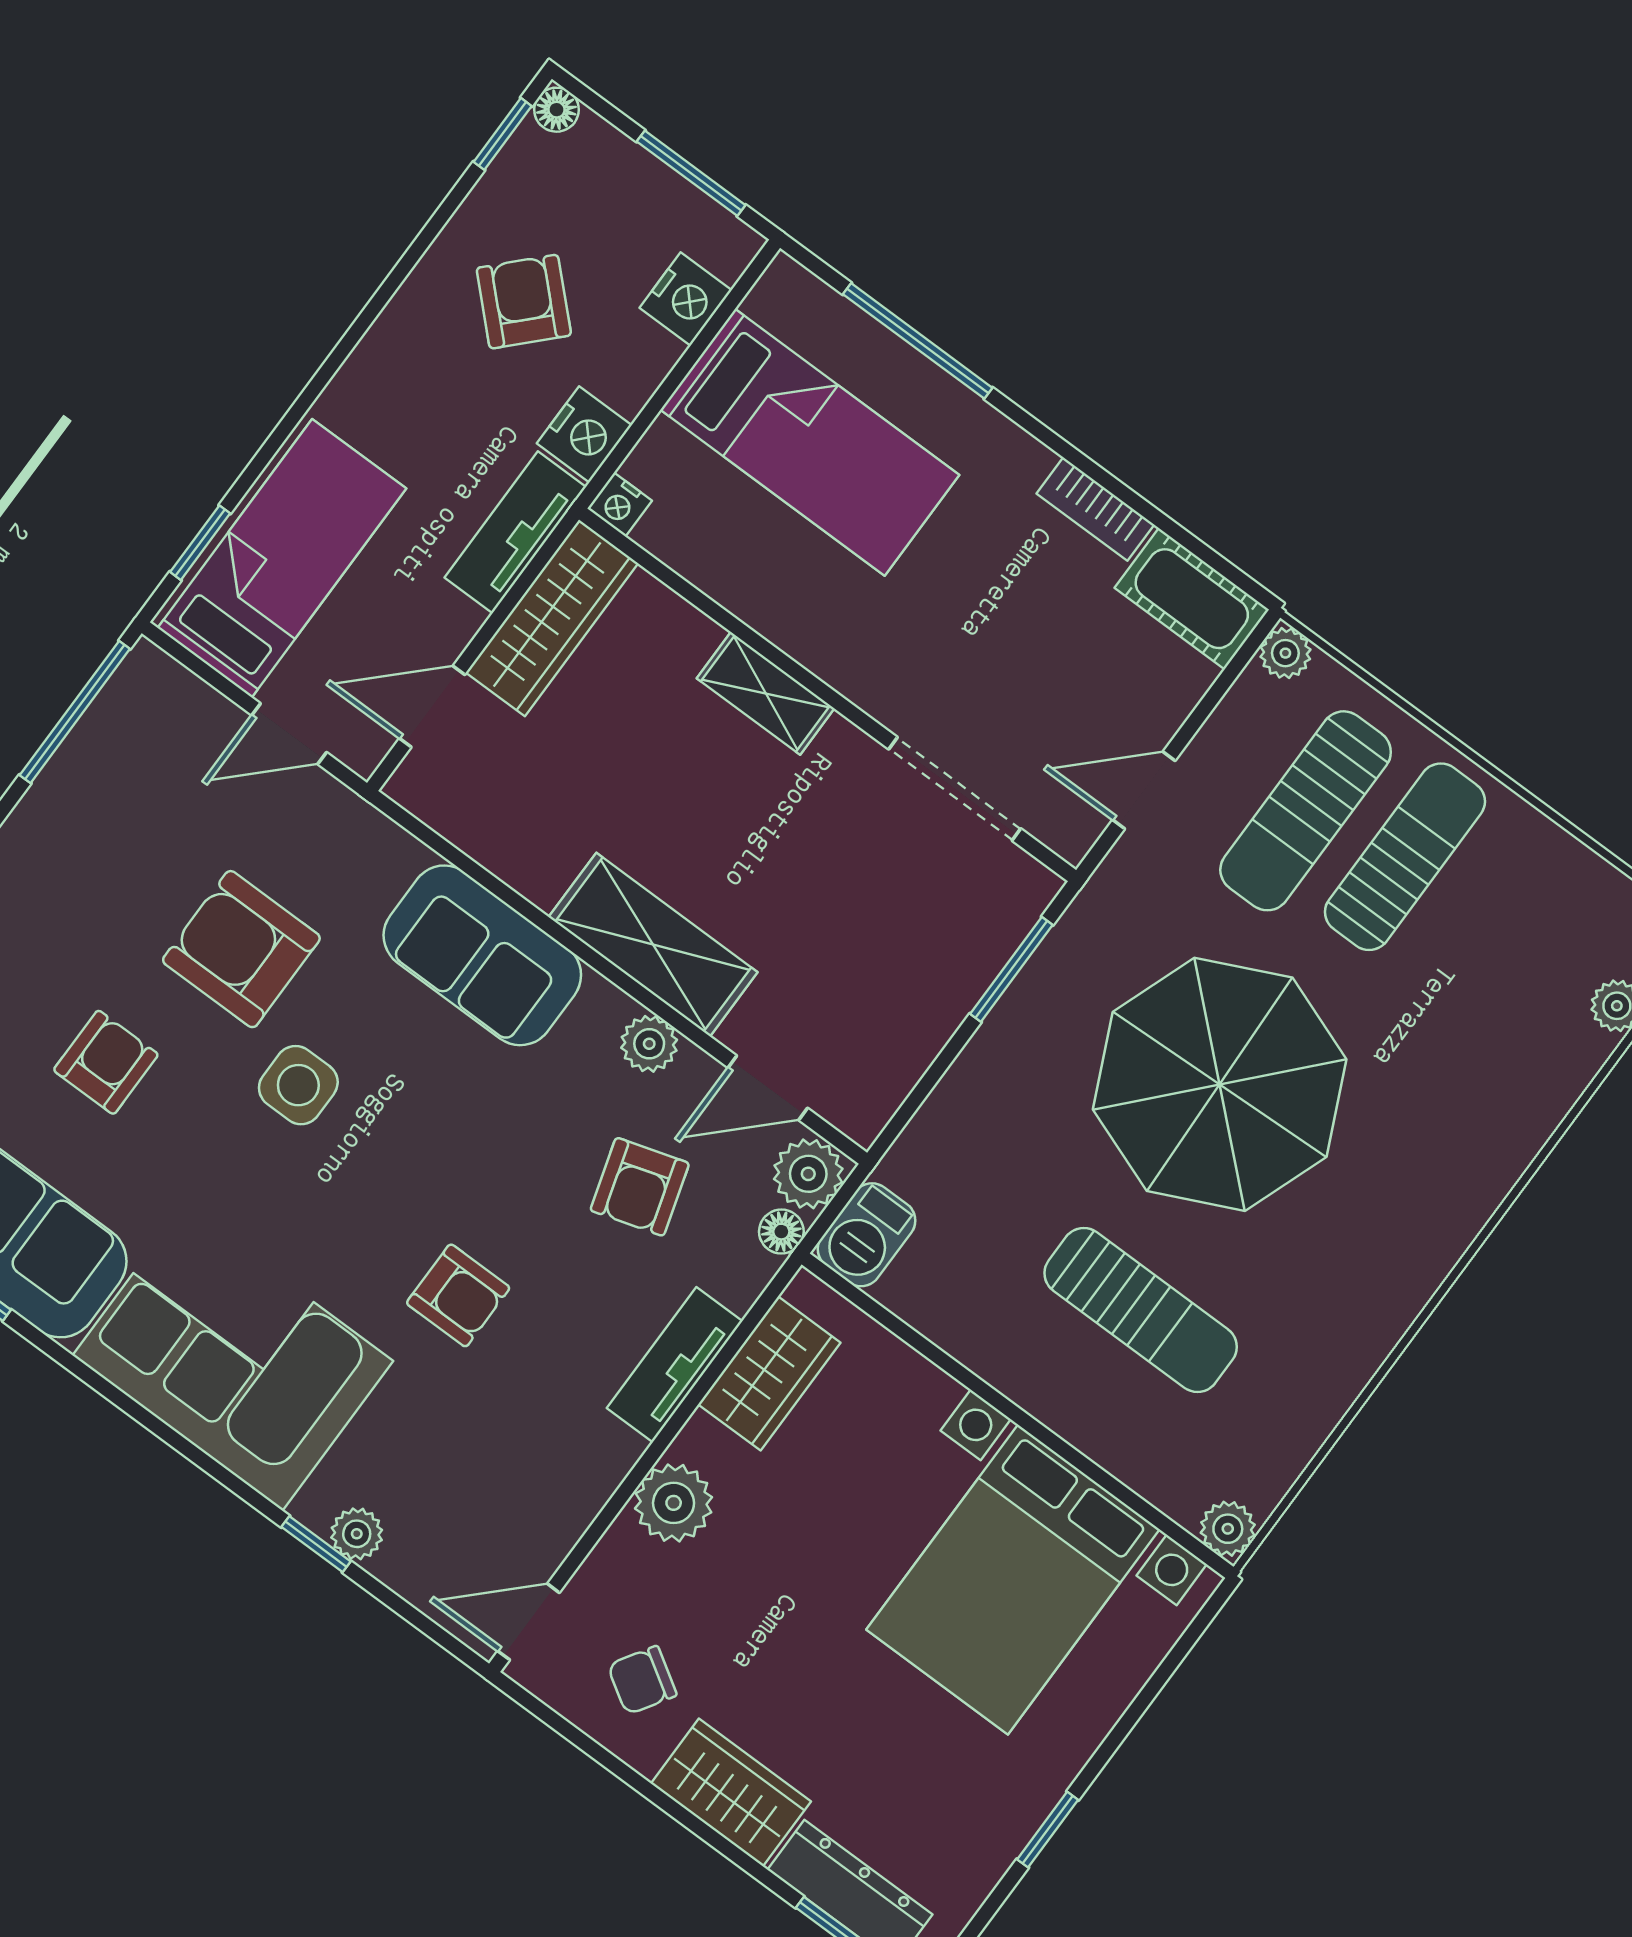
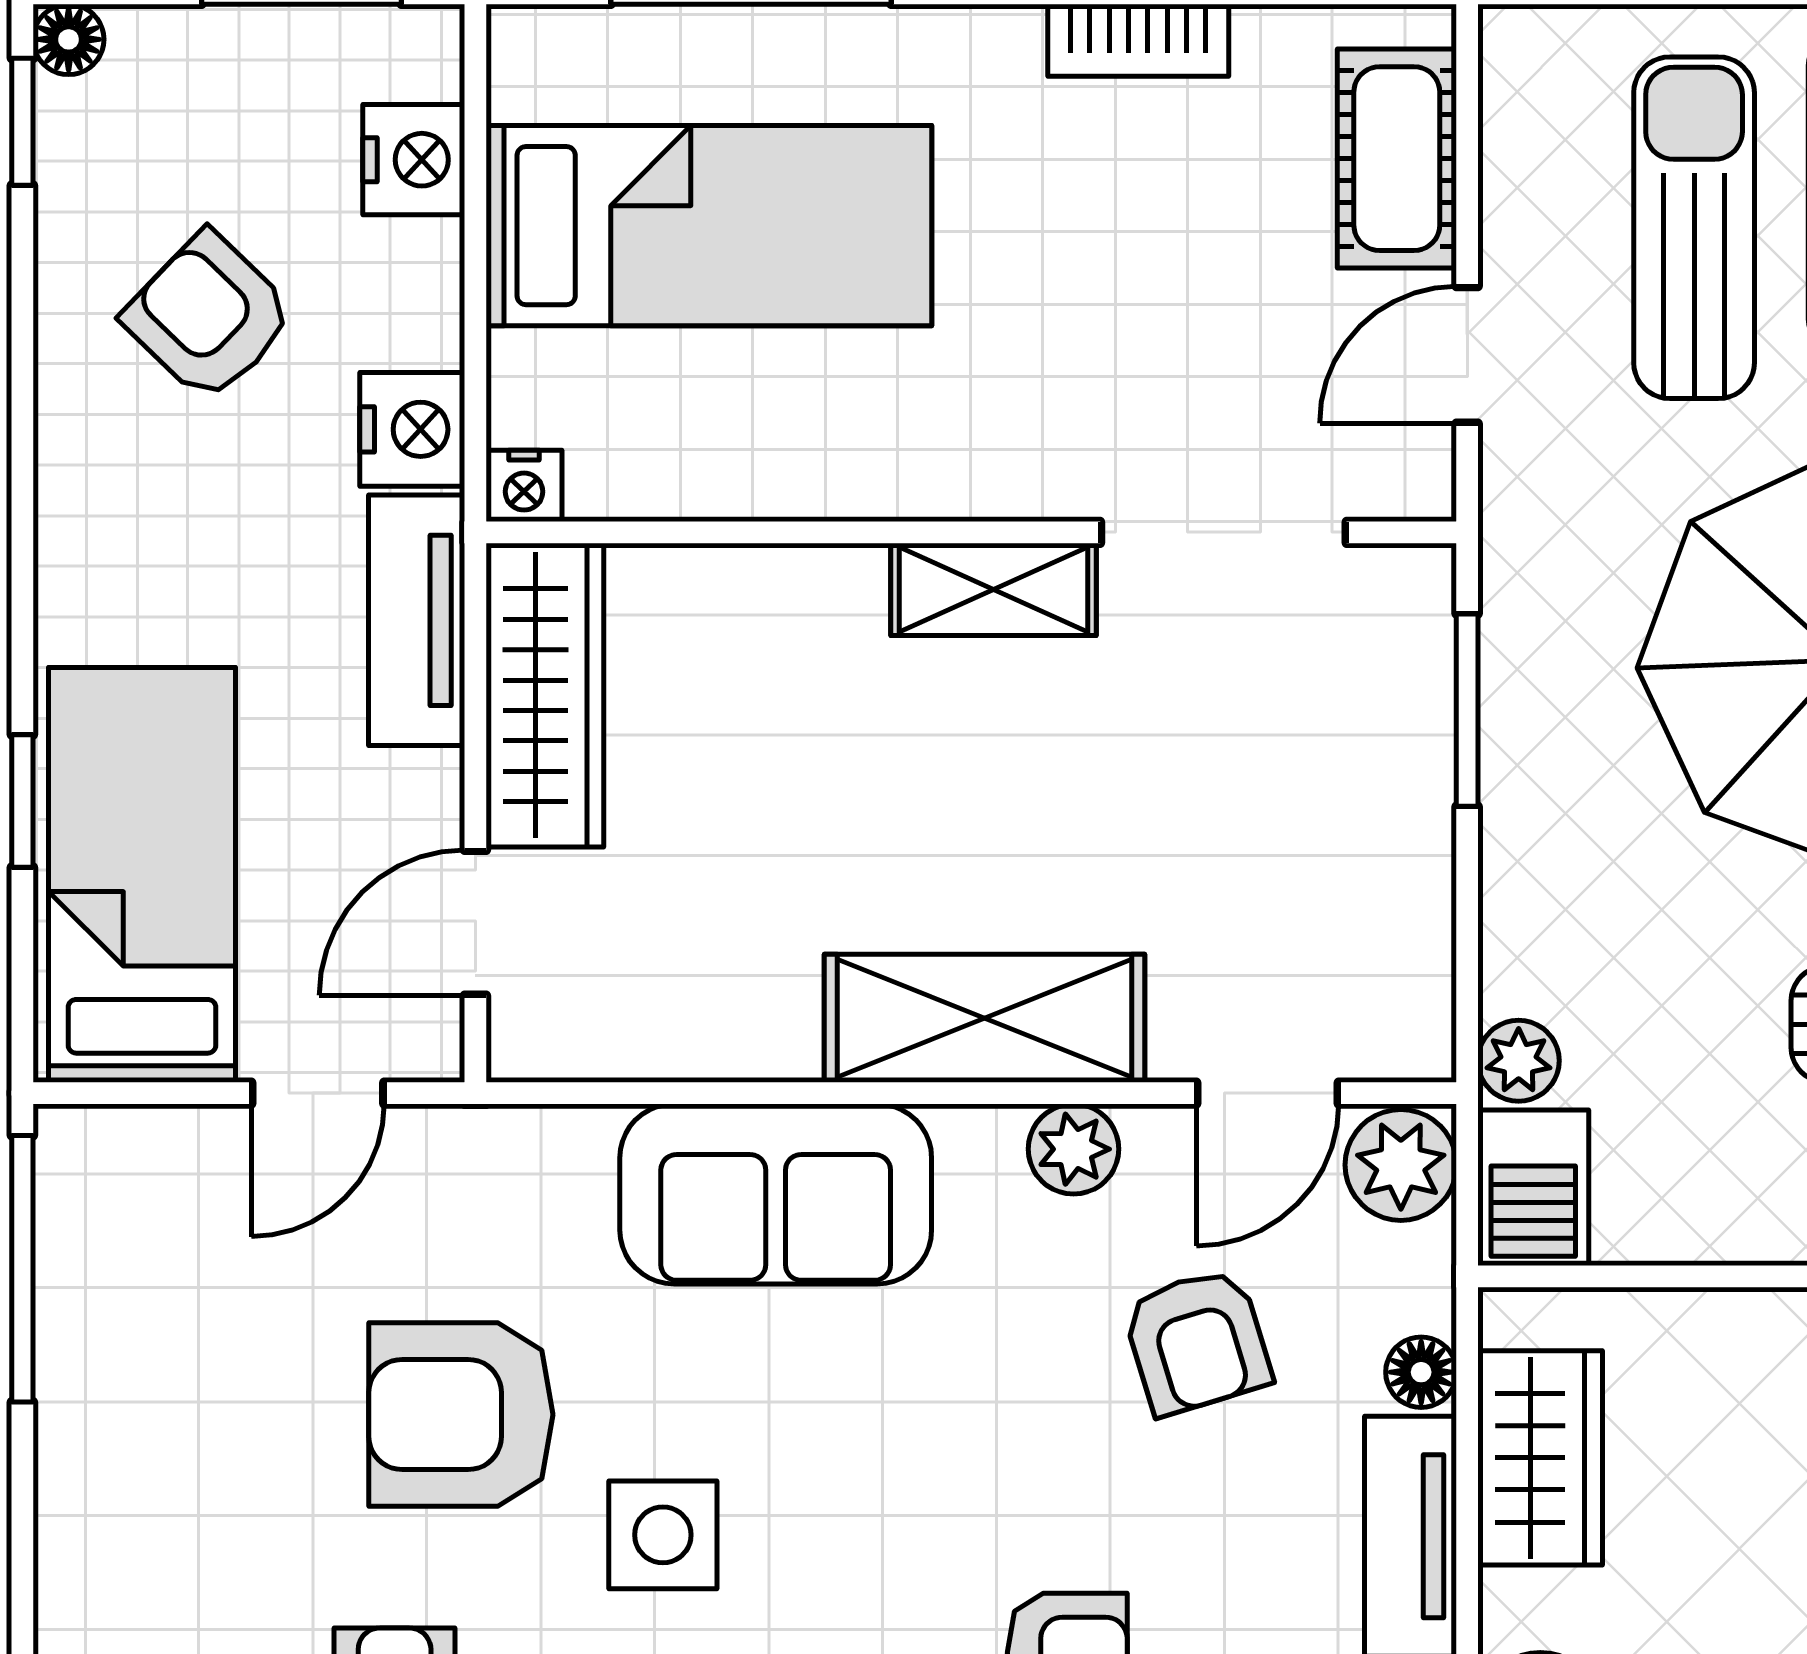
window: (200, 543) -> (22, 801), moved
cot: (1192, 599) -> (1397, 159), moved, turned 90
plant: (1285, 653) -> (1519, 1061), moved
shelving: (766, 693) -> (994, 589), moved
sun lounger: (1306, 811) -> (1694, 228), turned 180
floor lamp: (781, 1232) -> (1421, 1372), moved

